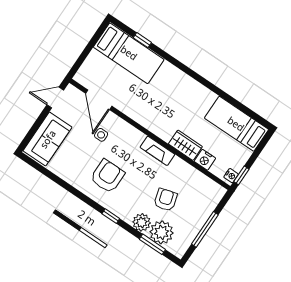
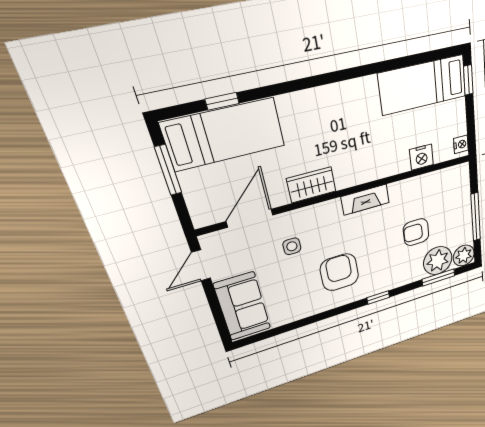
window: (92, 44) -> (168, 170), added
door: (99, 100) -> (250, 218), swing flipped
wardrobe: (185, 145) -> (311, 185), moved
window: (241, 175) -> (468, 80), moved
armchair: (166, 200) -> (416, 232), turned -74
plant: (142, 222) -> (464, 256), moved

